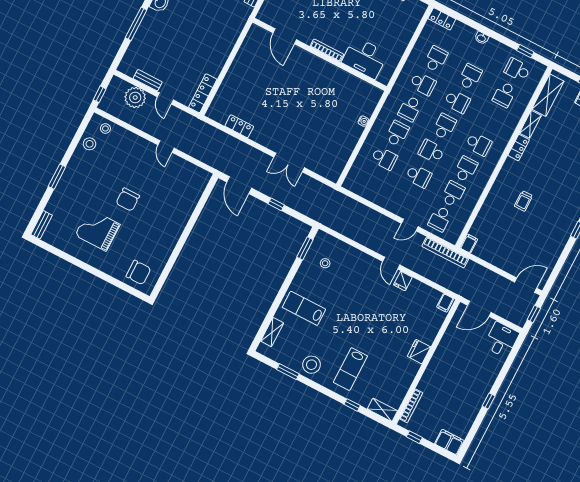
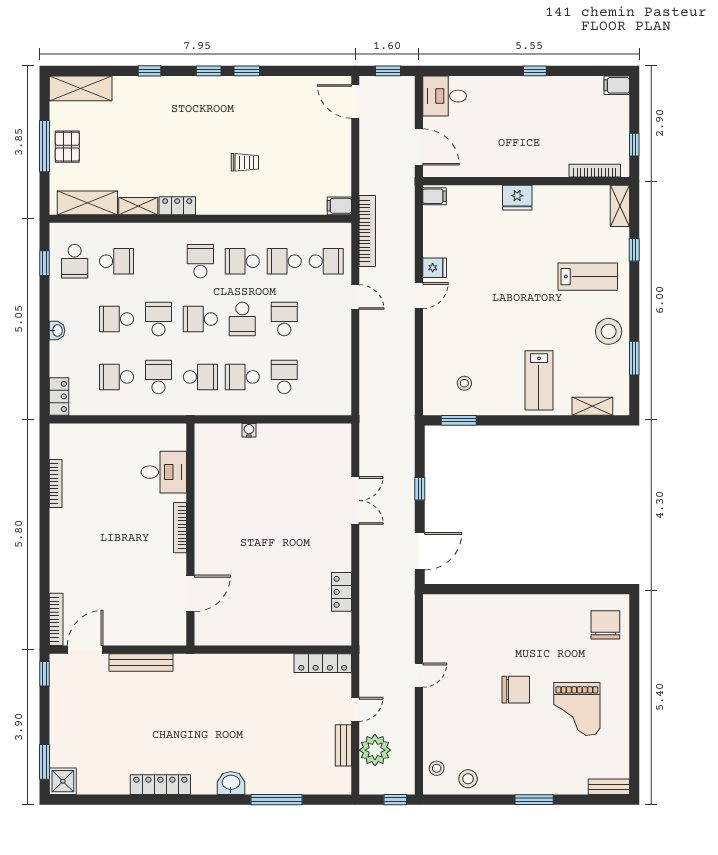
desk: (365, 58) -> (164, 472), width x0.73
filing cabinet: (449, 442) -> (617, 85), width x0.50

